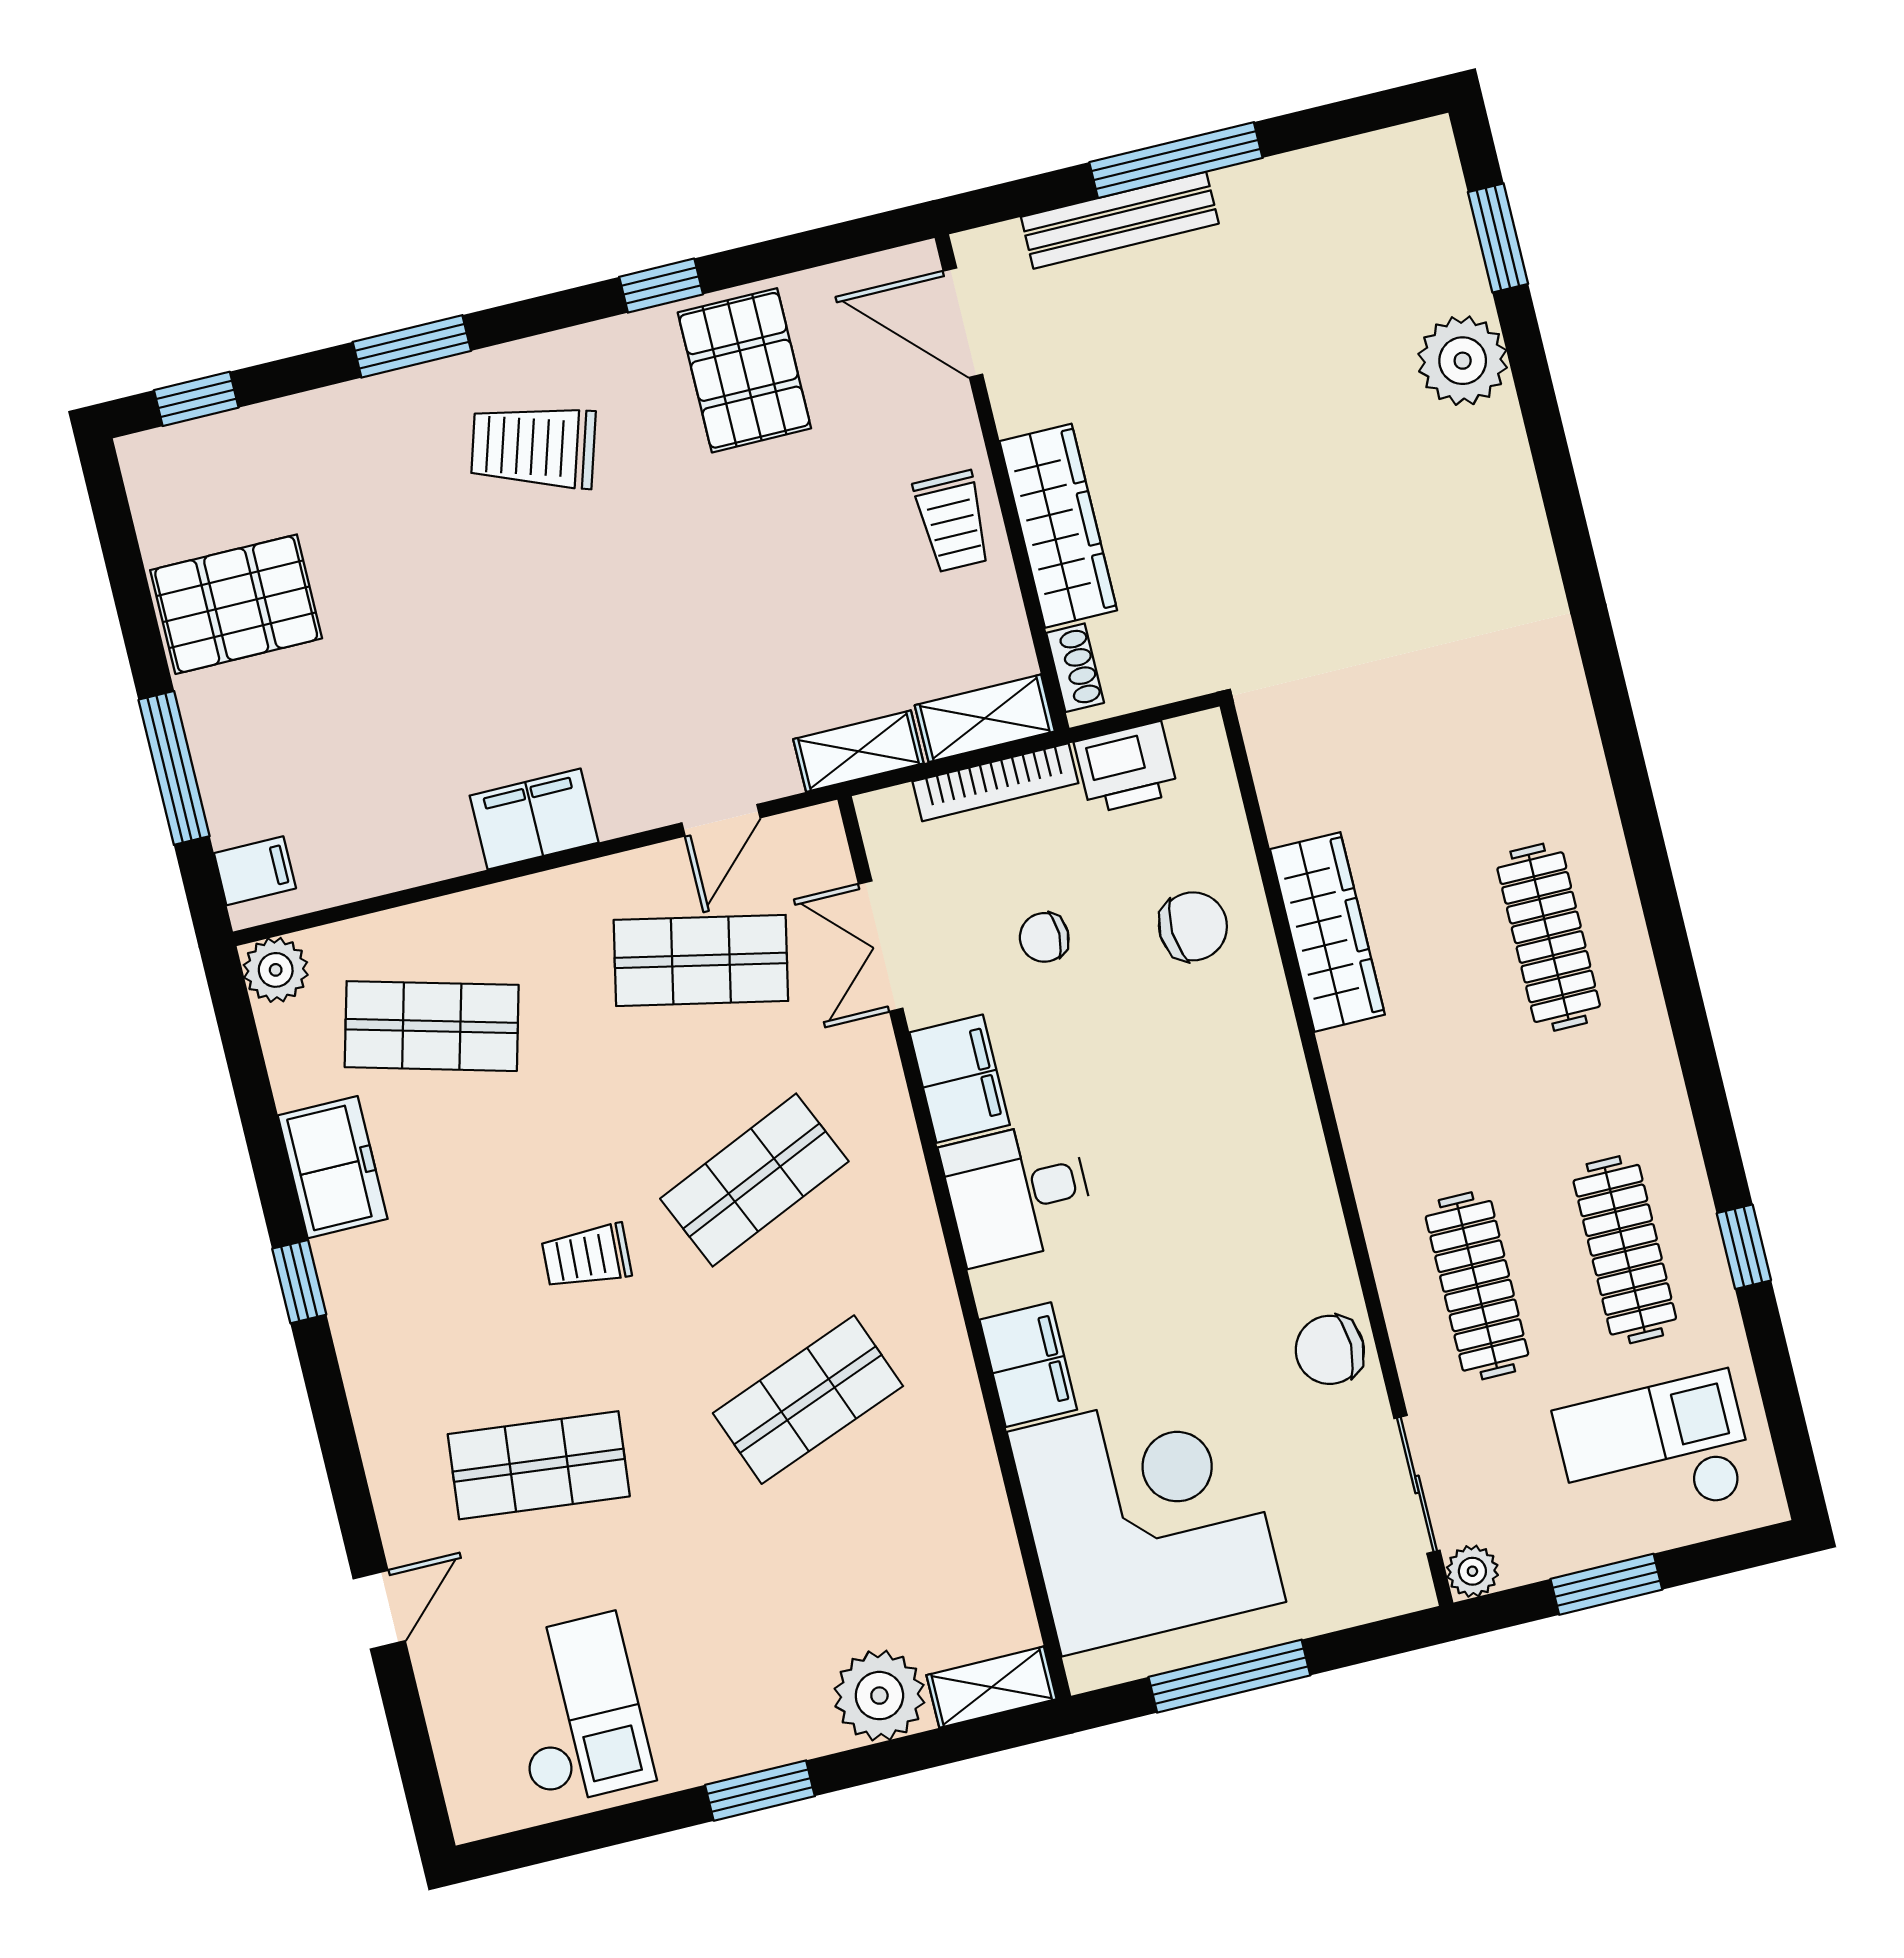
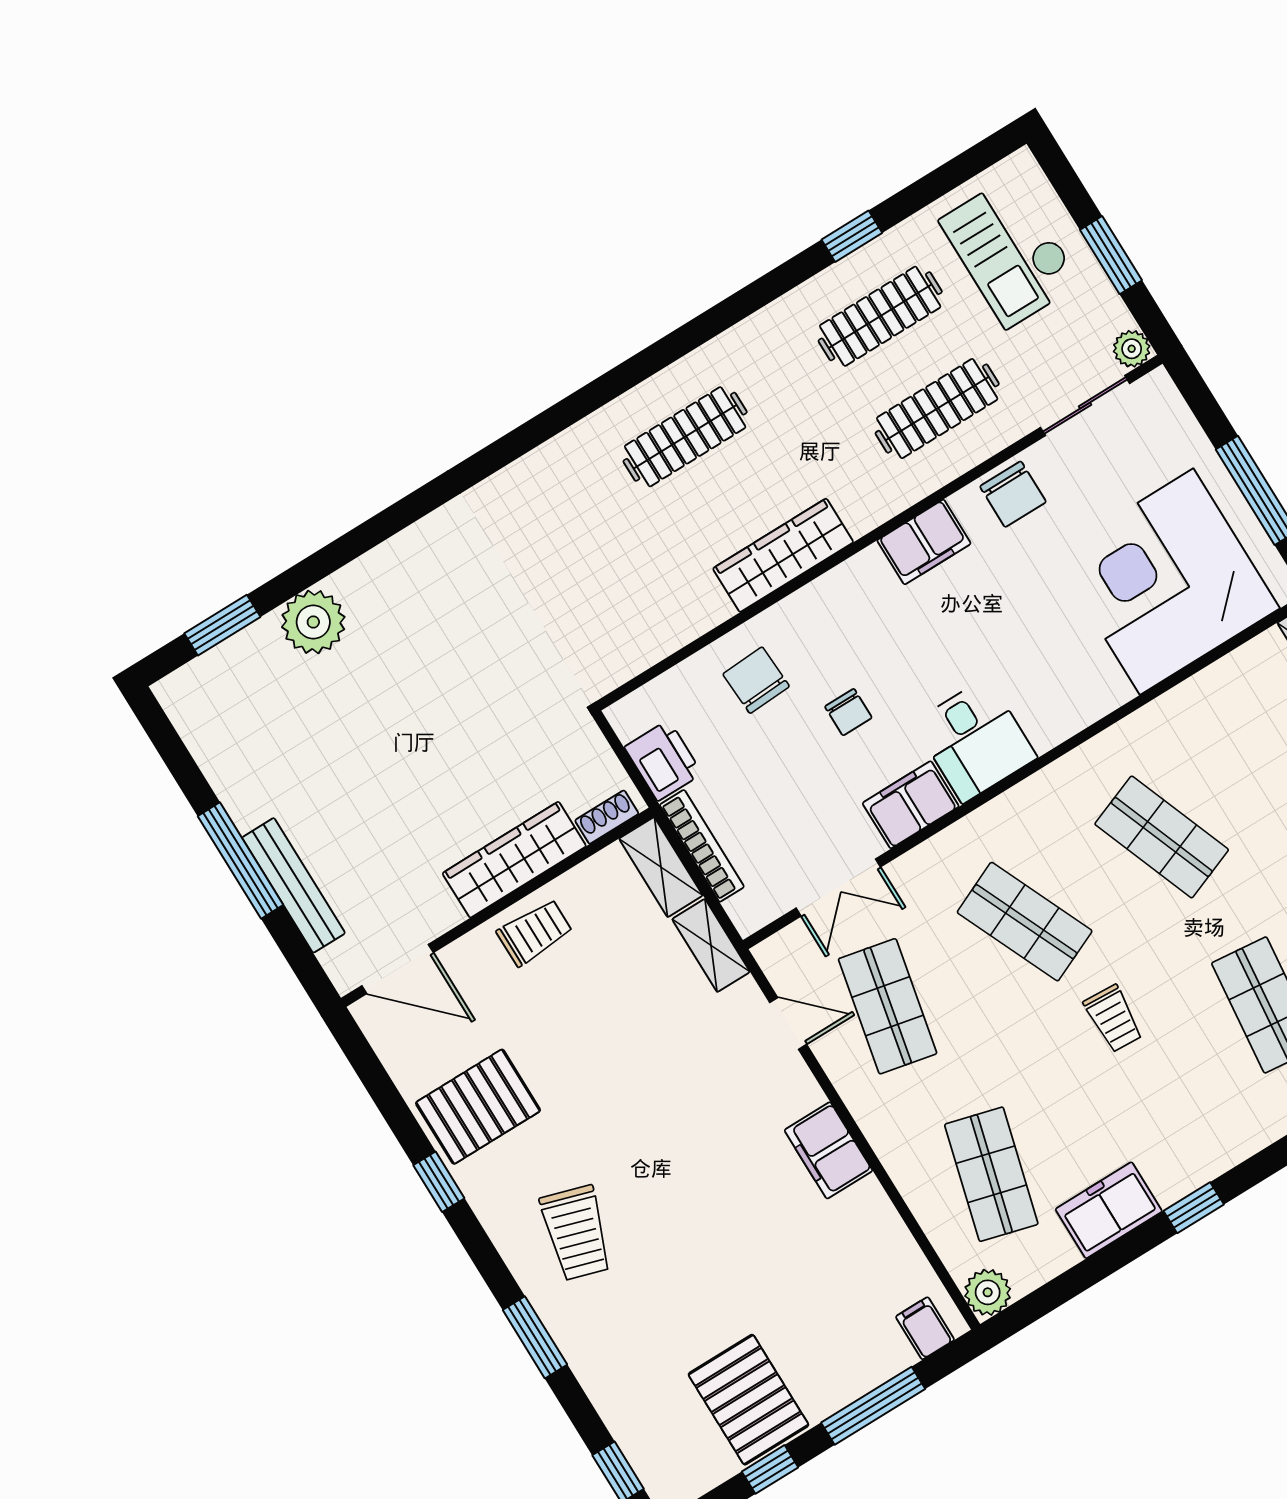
door: (963, 323) -> (398, 969), hinge flipped
window: (134, 603) -> (770, 1469), added
wardrobe: (1327, 932) -> (783, 555), moved
chair: (1044, 937) -> (848, 712), moved
filing cabinet: (1028, 1365) -> (924, 542), moved, turned 180

